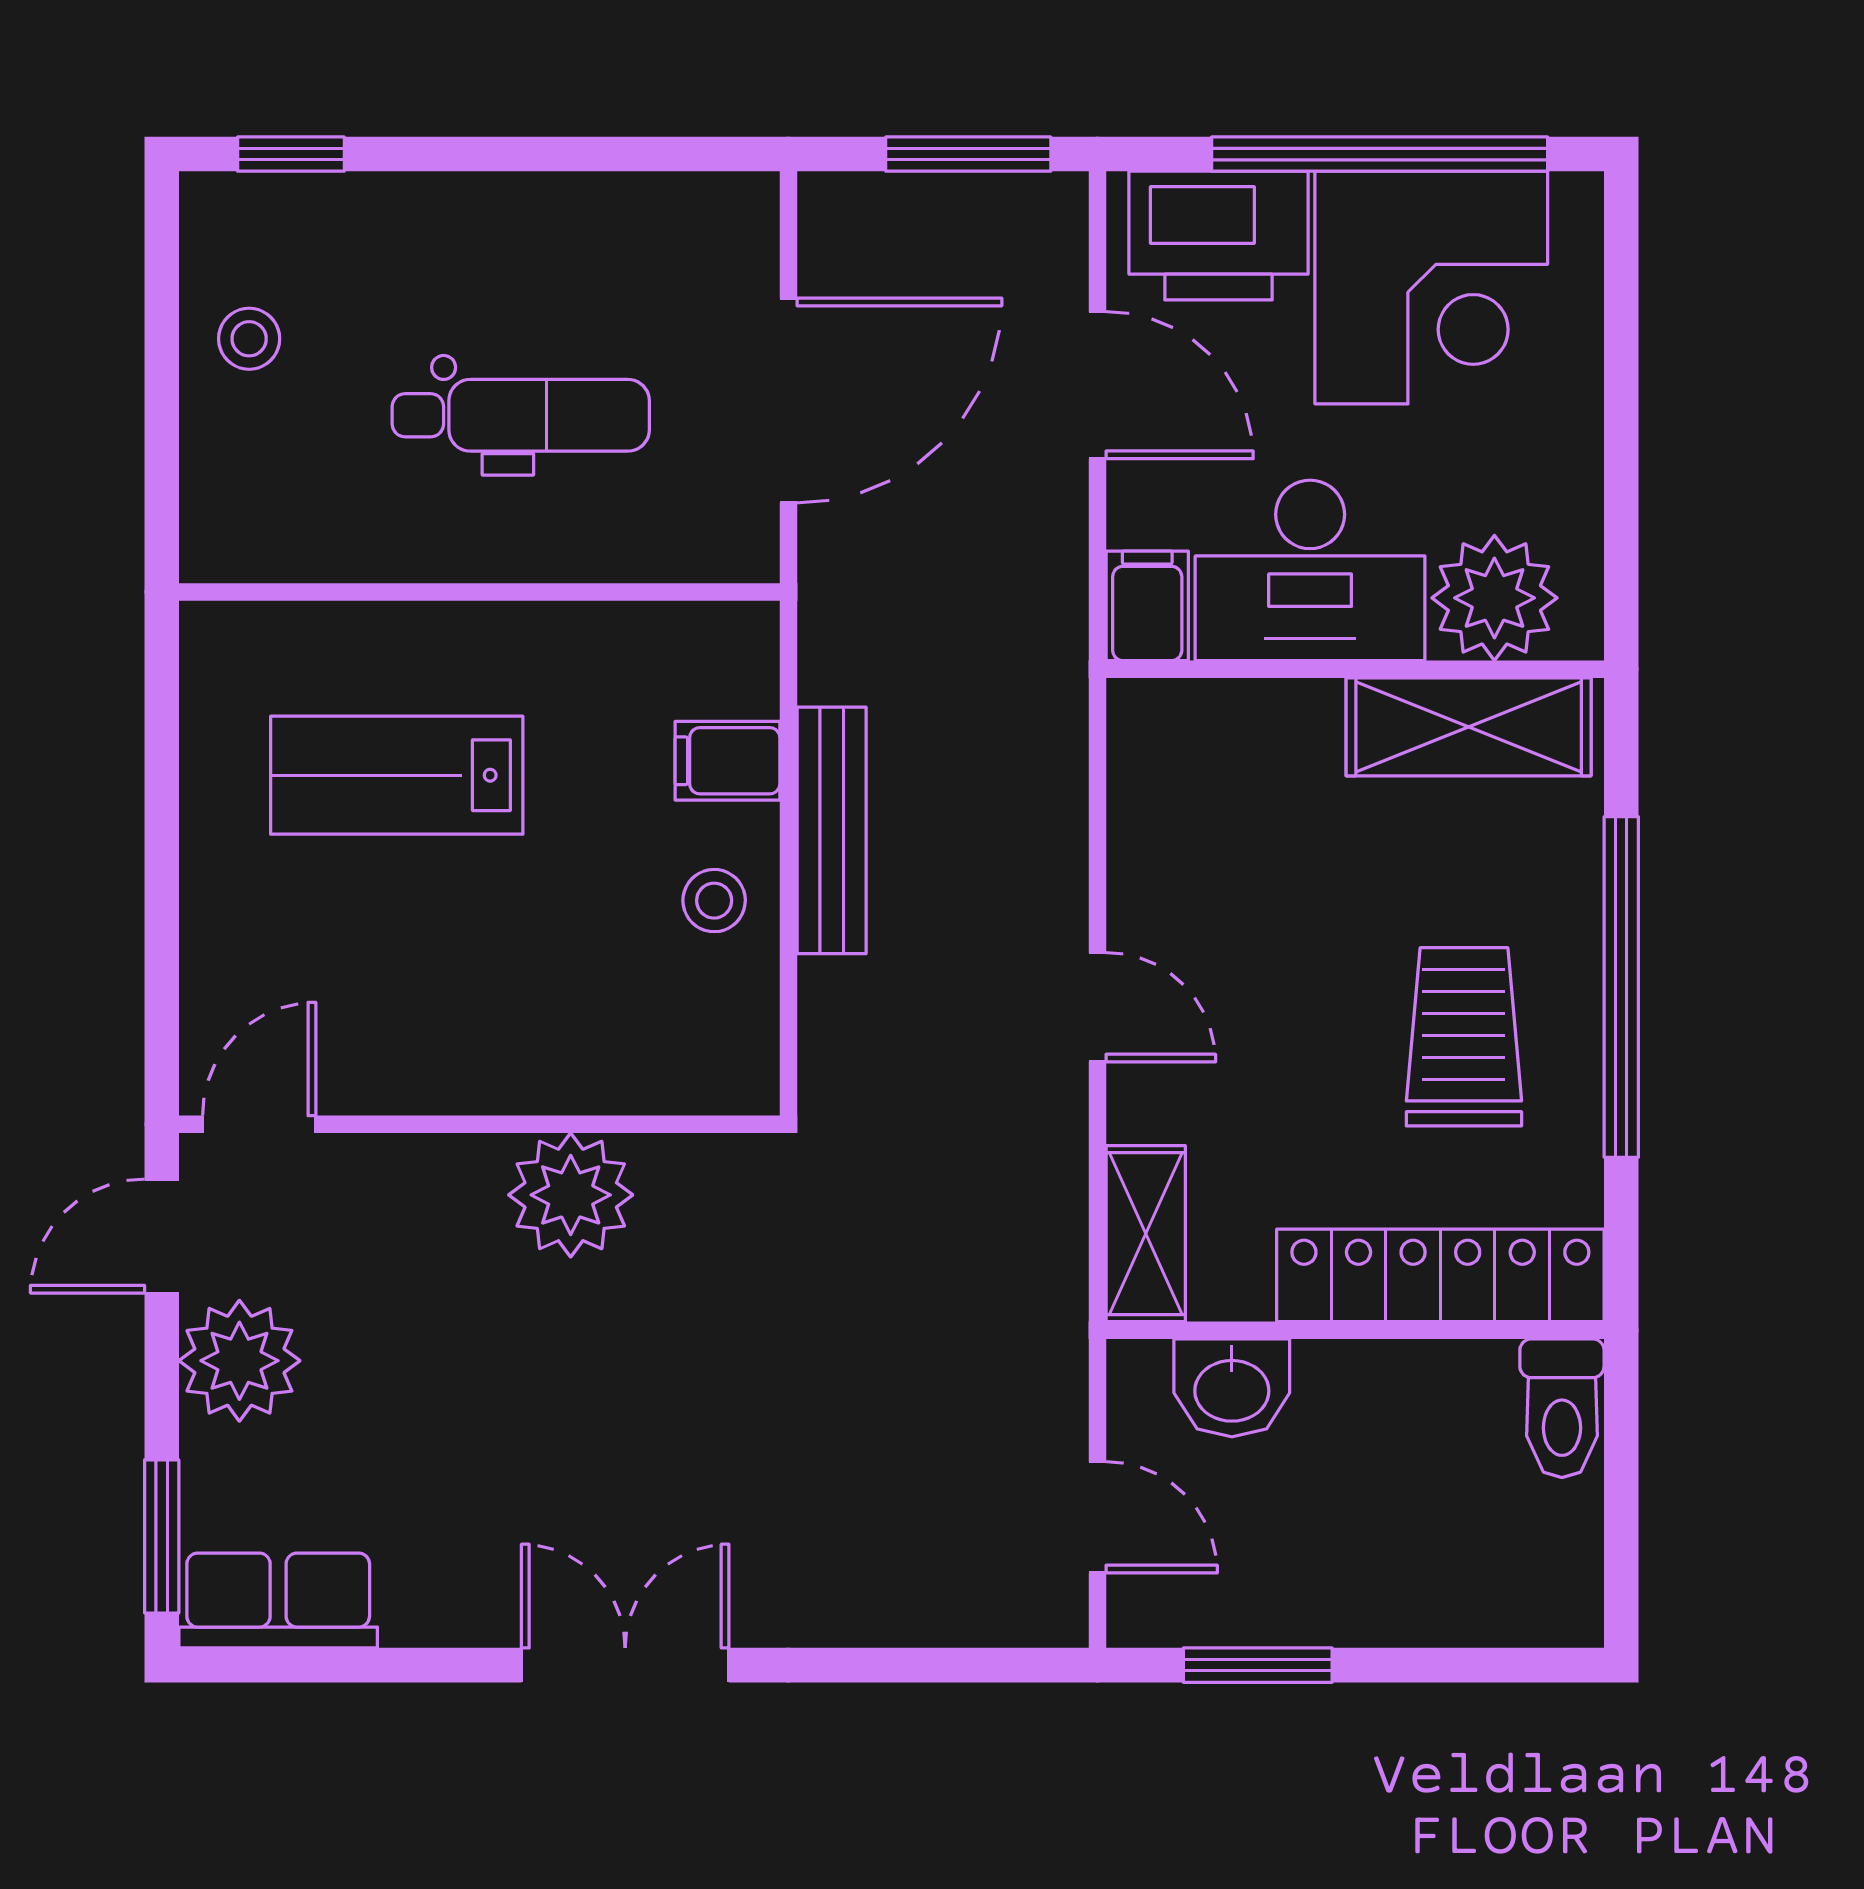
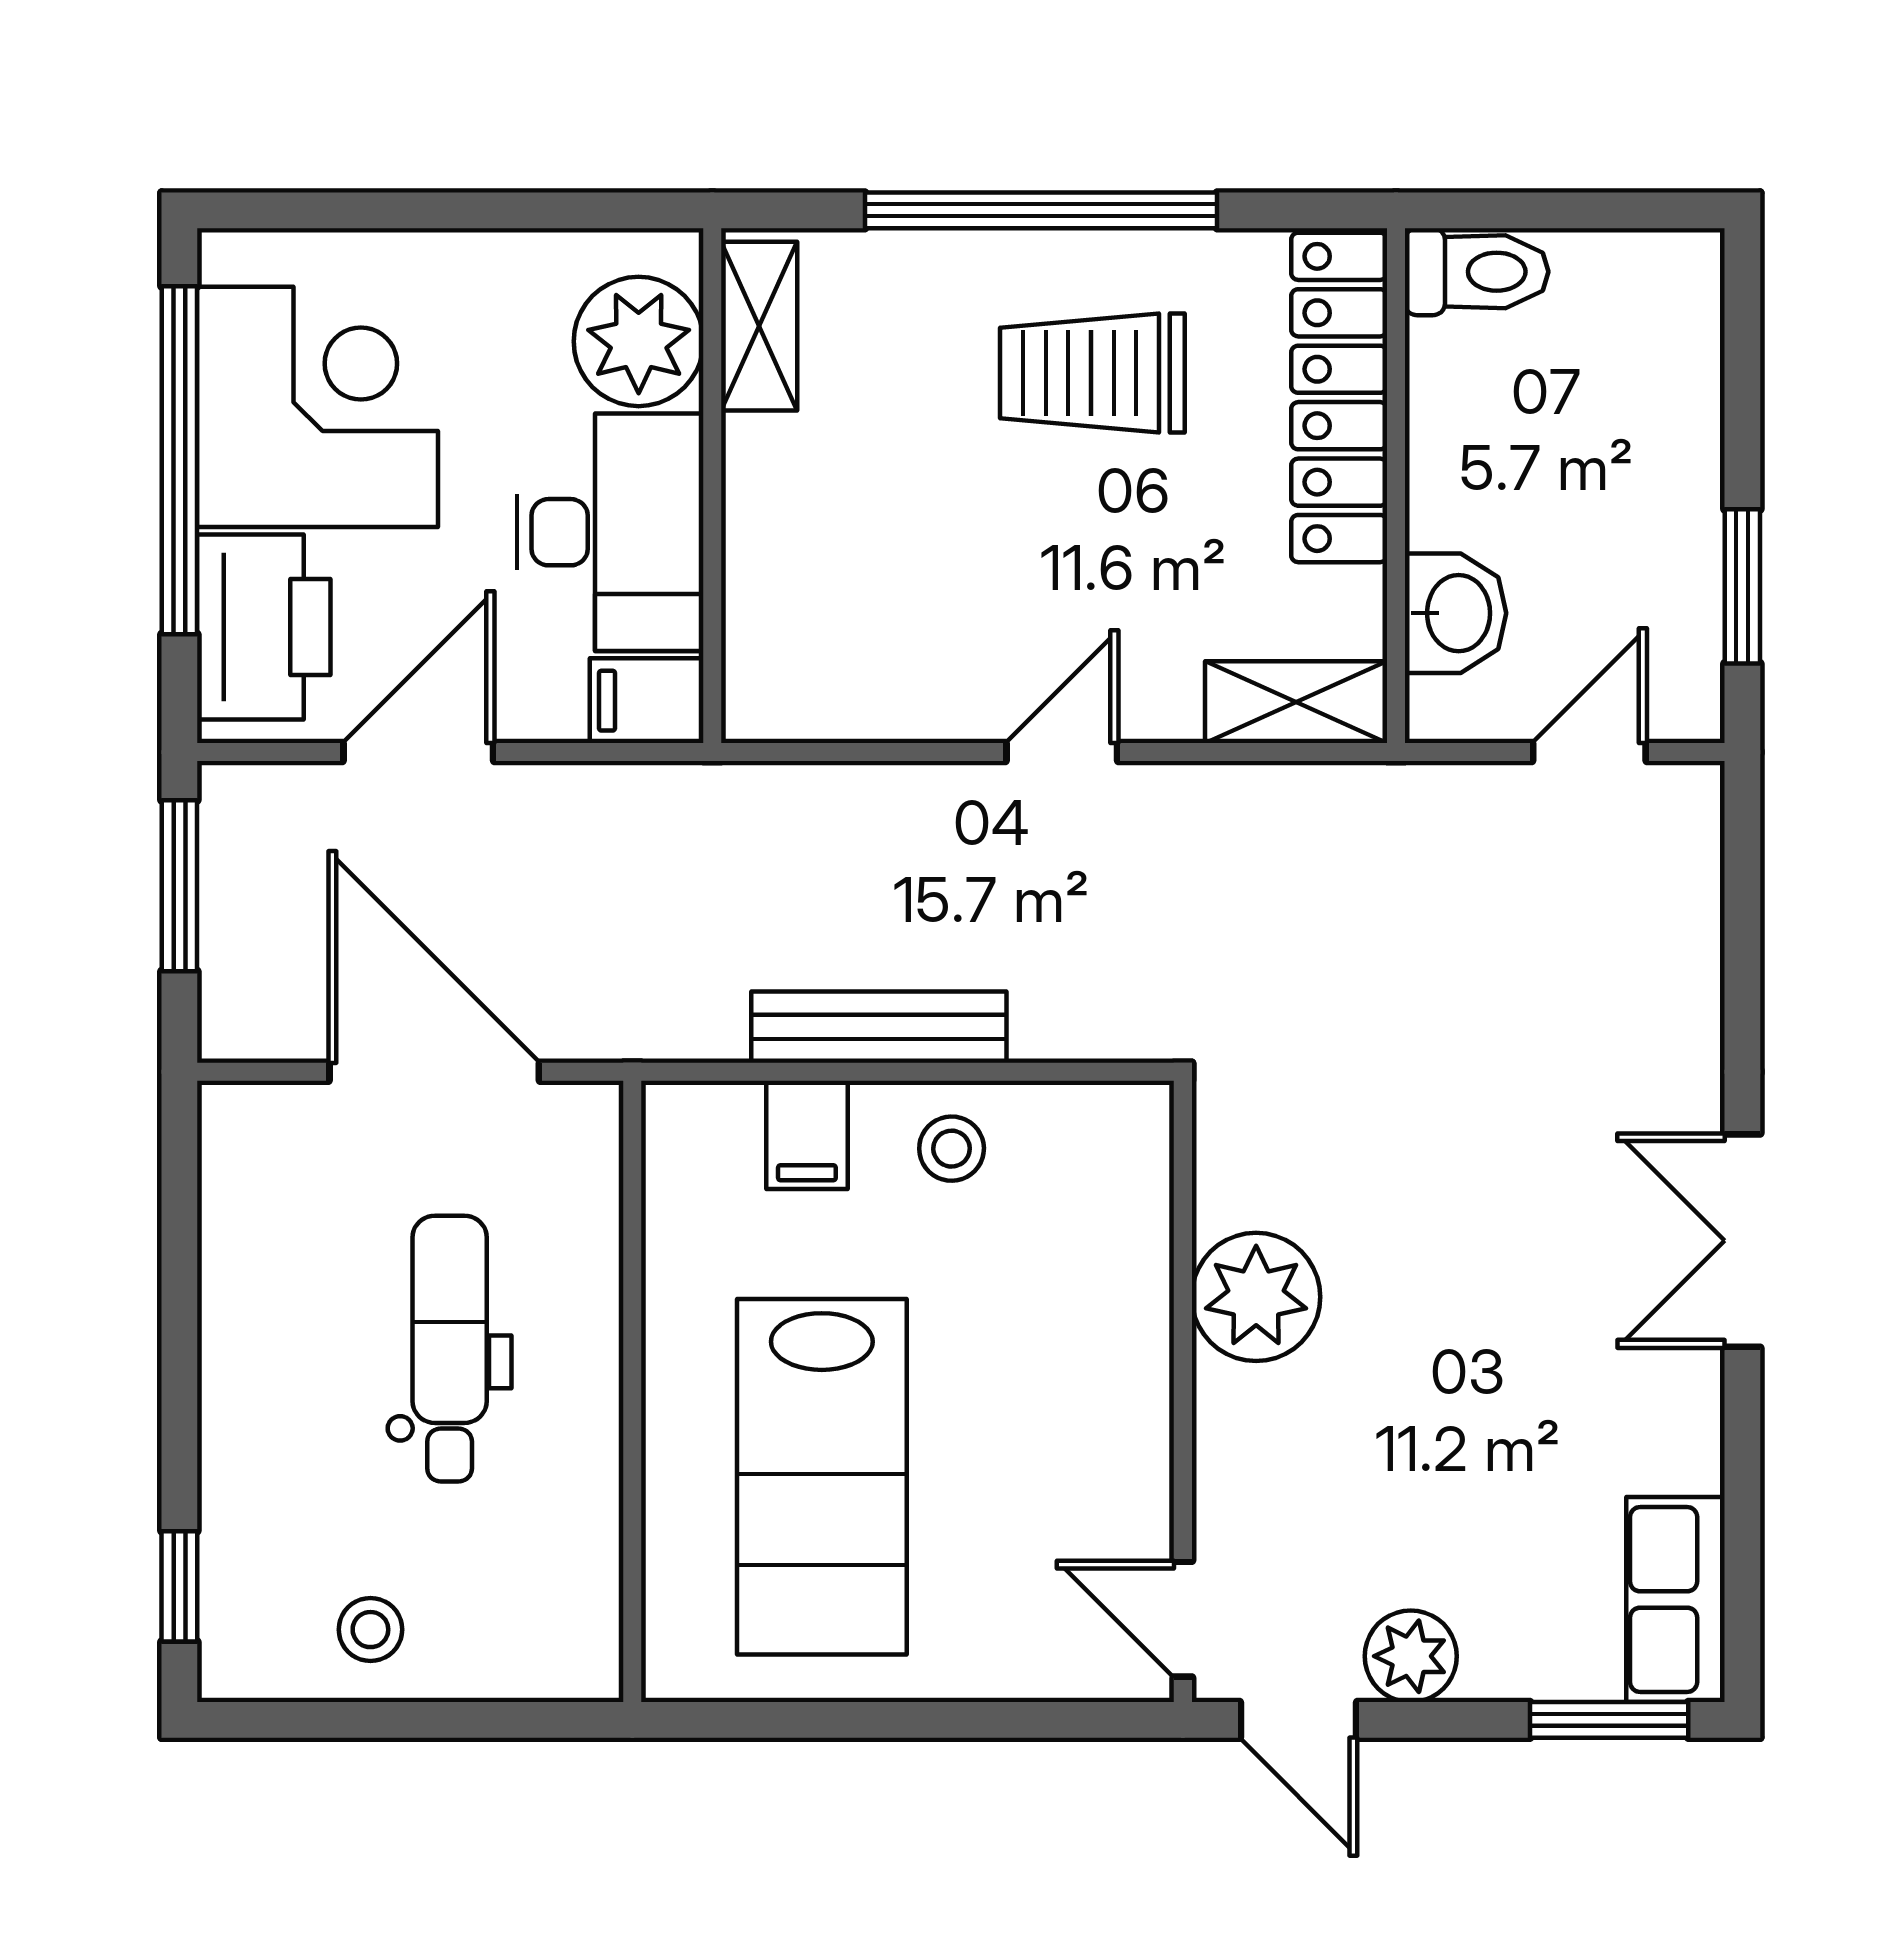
shelving: (1469, 727) -> (759, 326), width x0.67, depth x0.75
lab bench: (397, 775) -> (822, 1477), width x1.36, depth x1.39
plant: (239, 1361) -> (1411, 1656), width x0.73, depth x0.73

